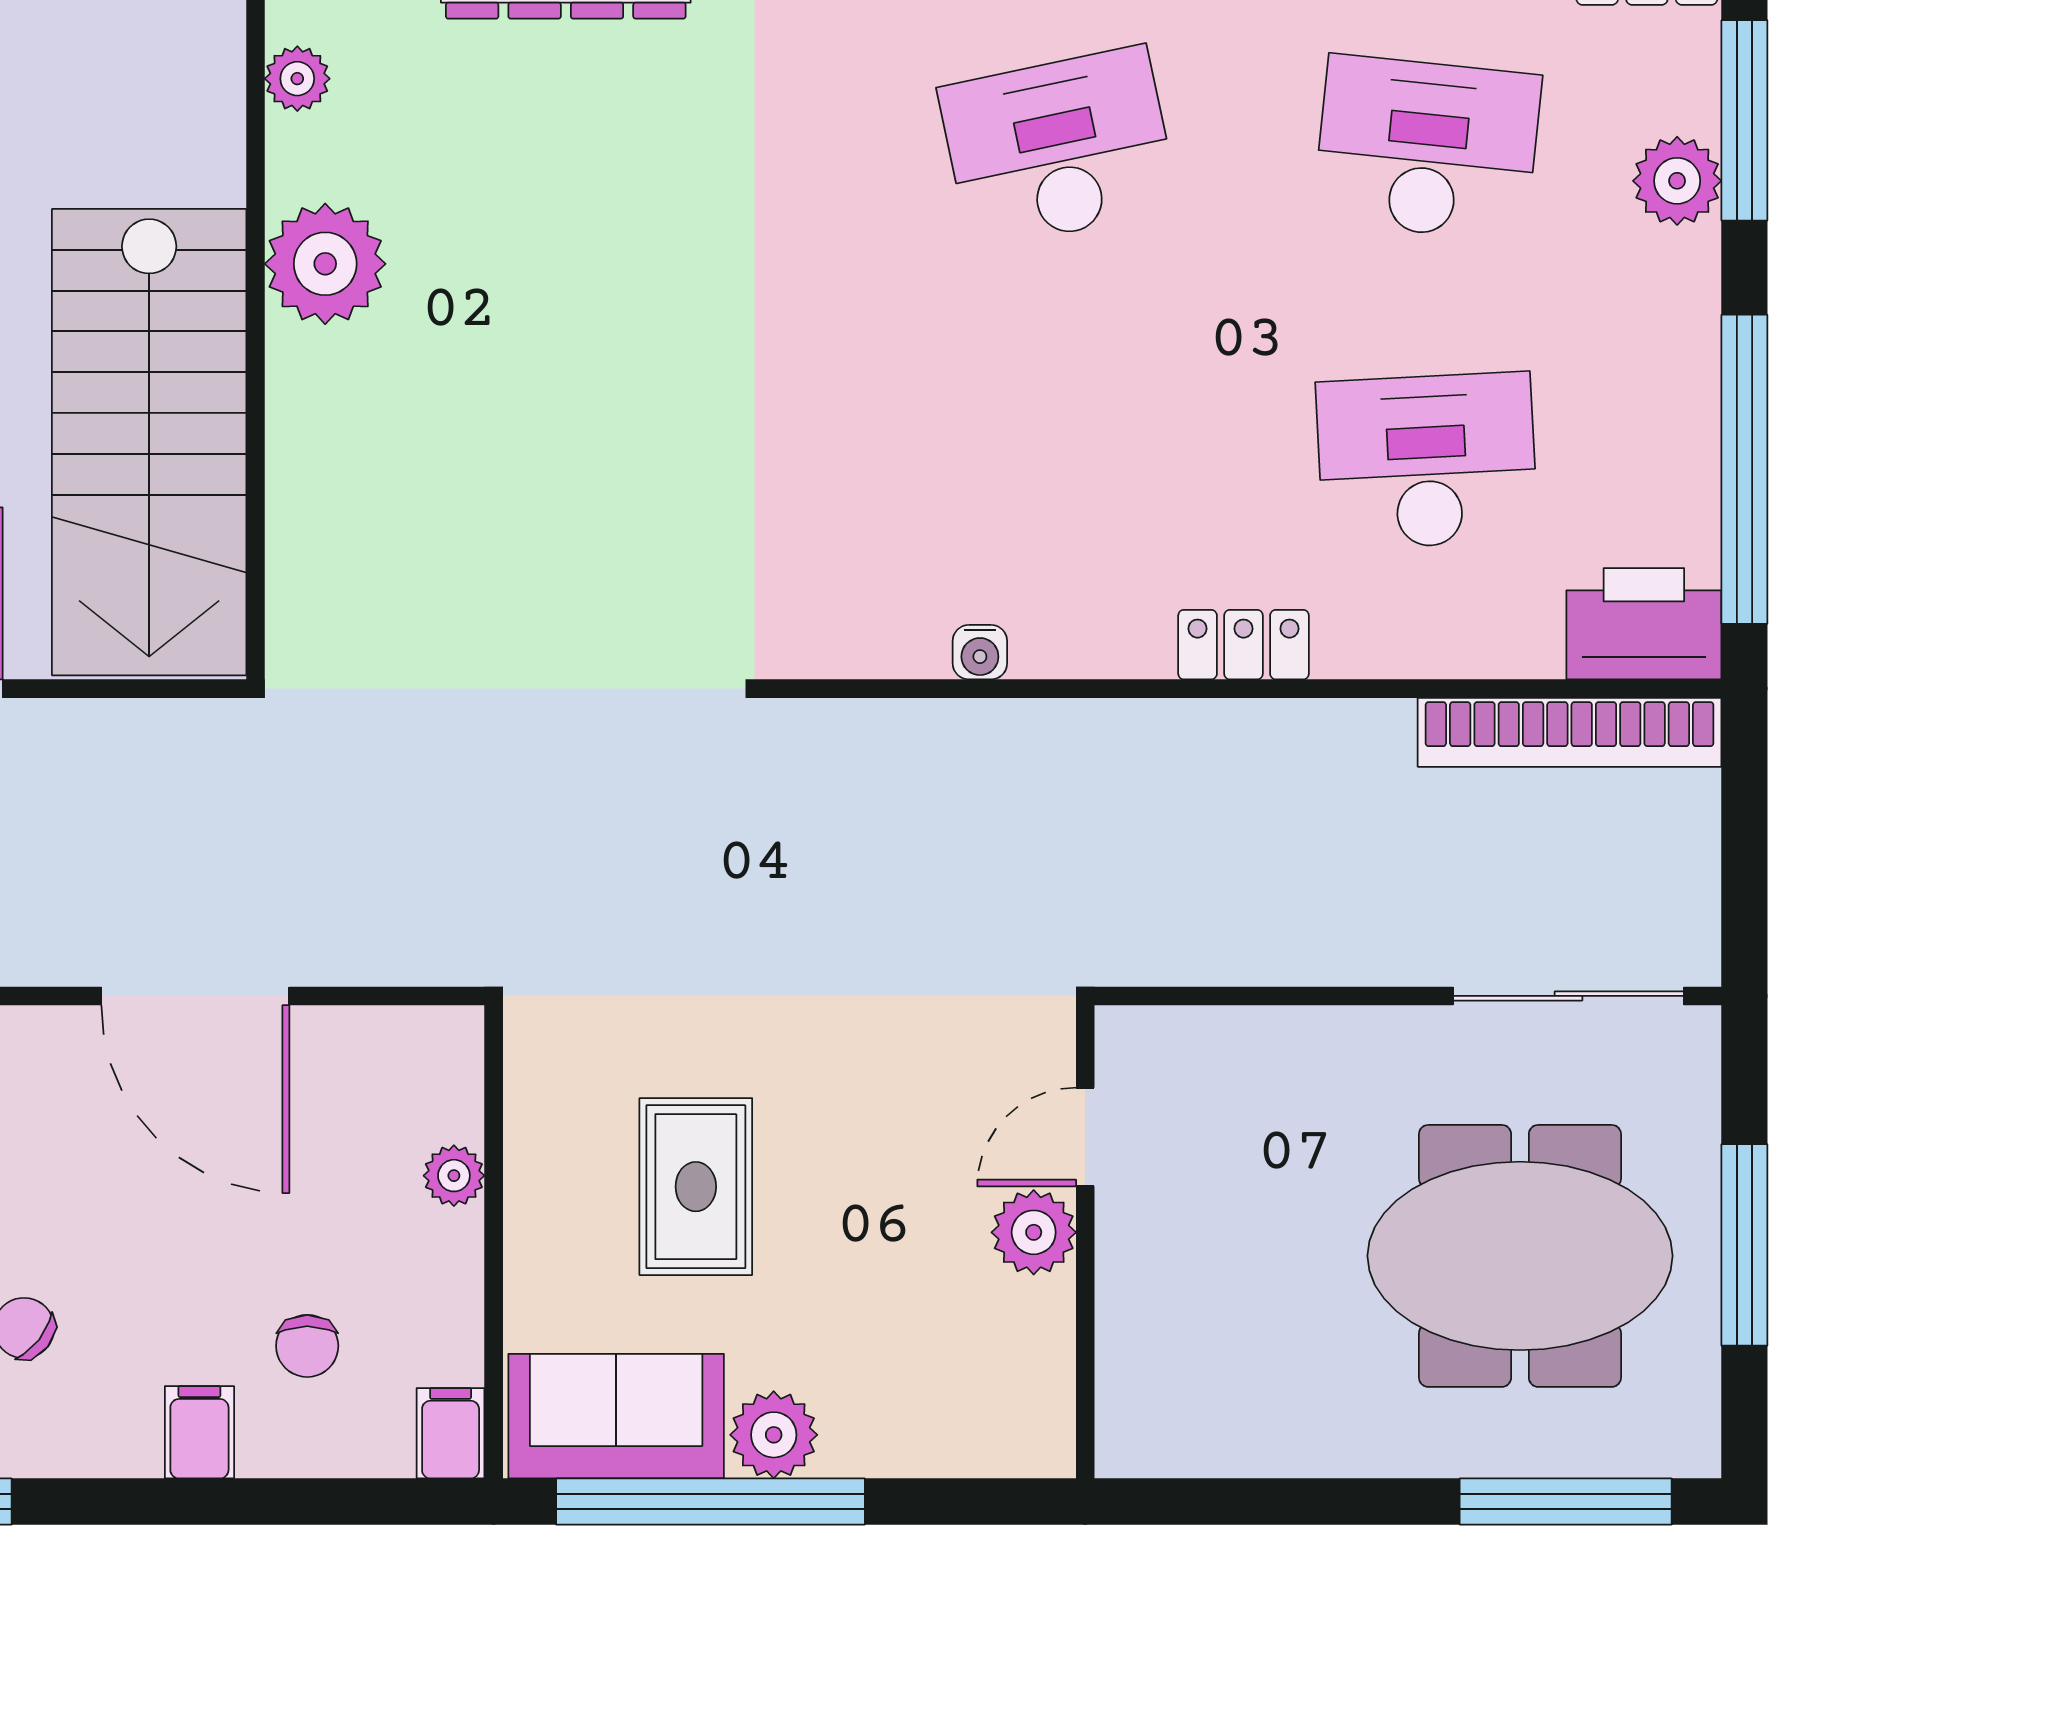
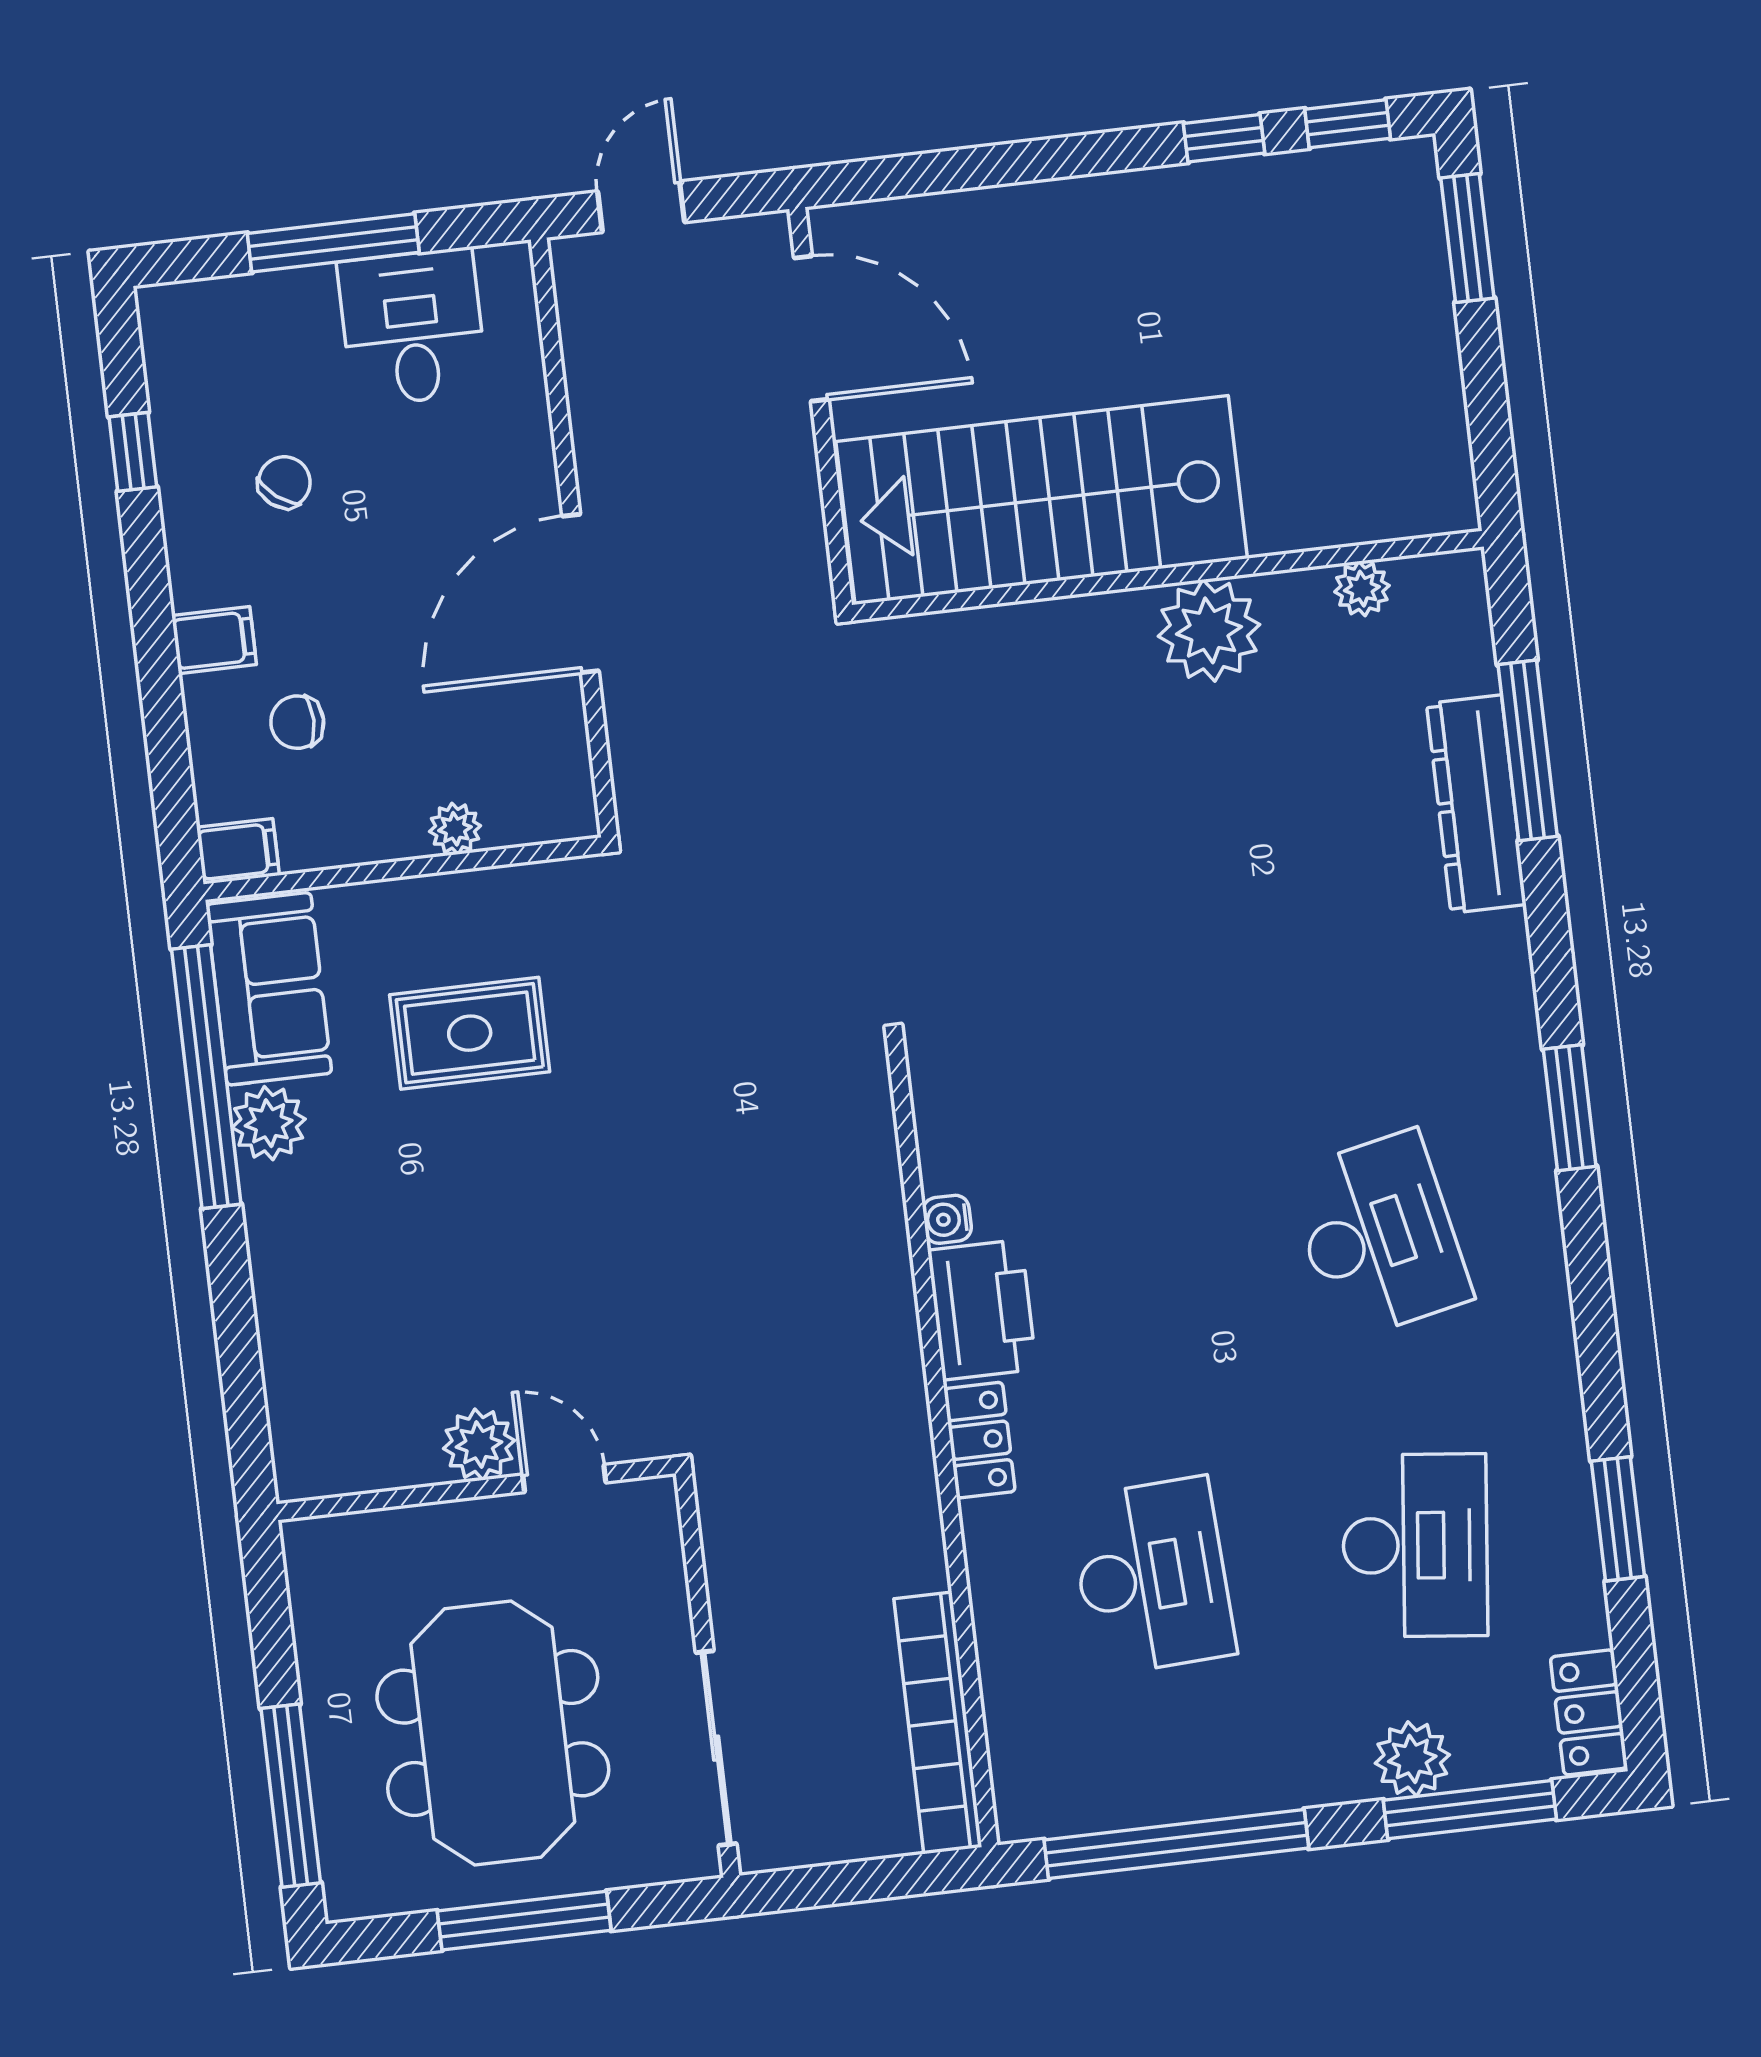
printer: (1644, 624) -> (982, 1310), moved
door: (1085, 1137) -> (564, 1478), moved
plant: (1034, 1232) -> (479, 1445), moved
wall: (1085, 1242) -> (476, 1489), moved

